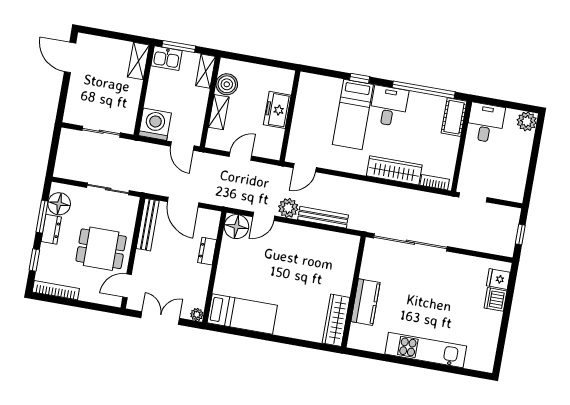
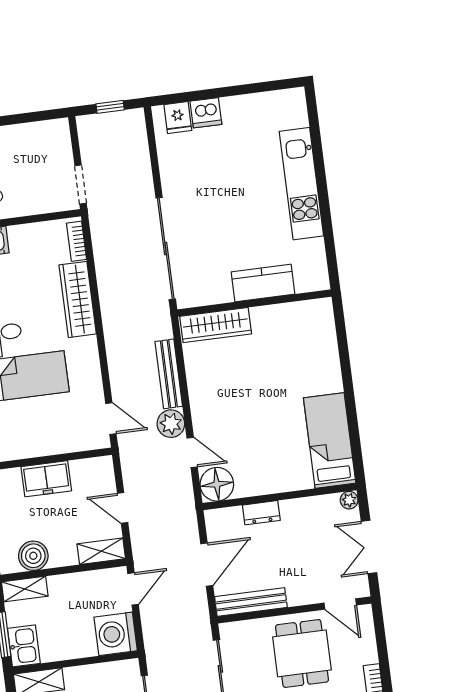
shelving: (219, 112) -> (101, 551), moved
wardrobe: (336, 320) -> (216, 325), moved

